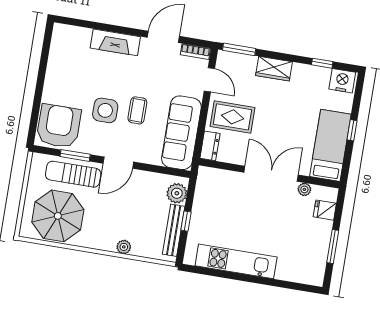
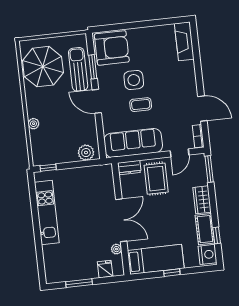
fireplace: (115, 42) -> (184, 41), moved
cot: (311, 75) -> (205, 229), added
window: (186, 221) -> (48, 168), moved
bench: (174, 230) -> (57, 158), removed

